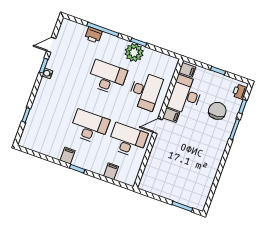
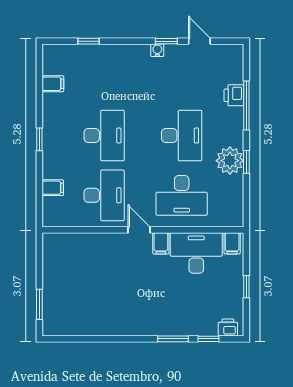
chair: (217, 111) -> (190, 306), removed
filing cabinet: (67, 156) -> (53, 84), moved

